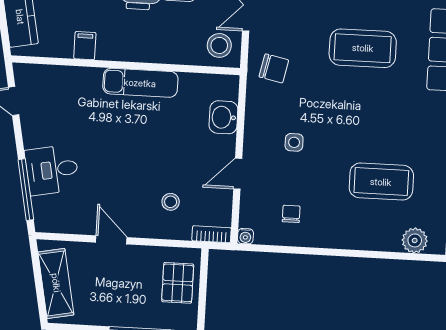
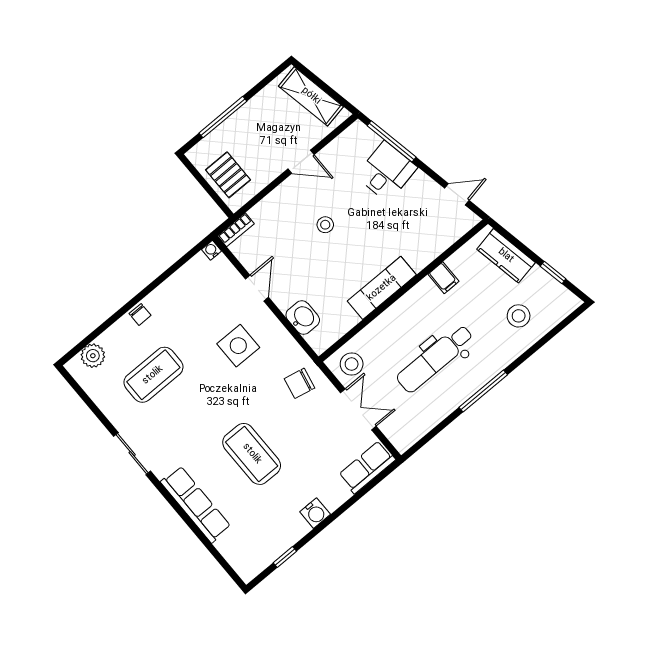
coffee table: (363, 48) -> (252, 454), turned 90
side table: (294, 142) -> (238, 346), width x1.87, depth x1.87
stool: (171, 202) -> (325, 225), moved
chair: (291, 214) -> (140, 314), moved

